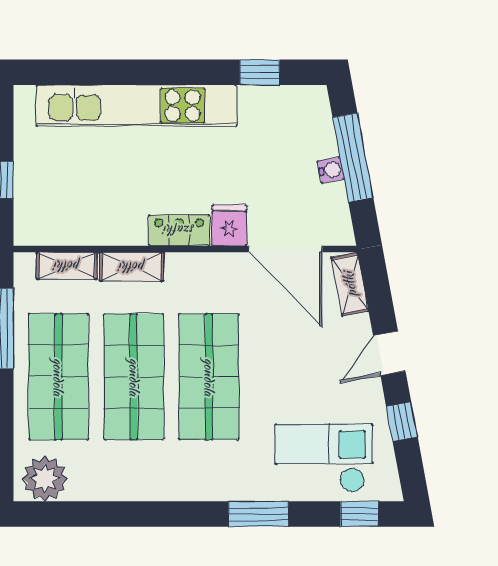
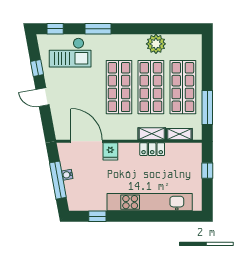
locker: (179, 230) -> (152, 149), moved
shelving: (350, 284) -> (59, 126), removed
door: (389, 353) -> (42, 97), swing flipped
plant: (45, 478) -> (156, 44), moved

